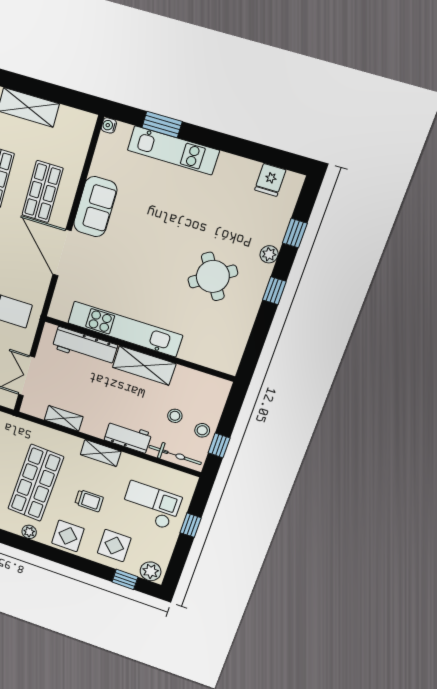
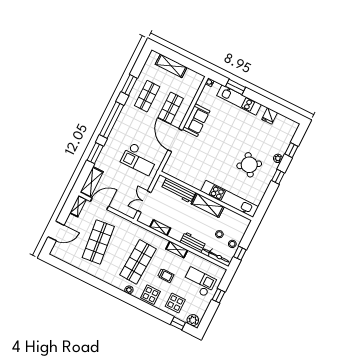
fridge: (270, 180) -> (270, 116), moved
kitchen unit: (125, 329) -> (229, 199), moved

